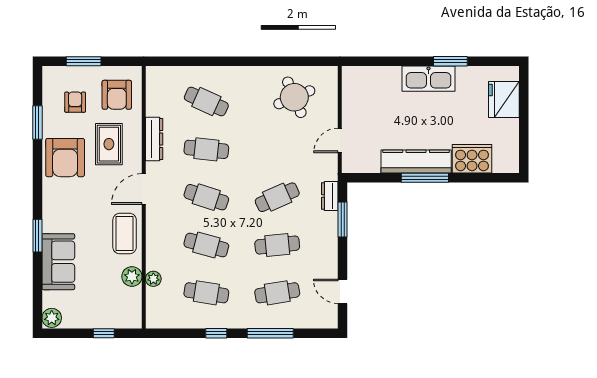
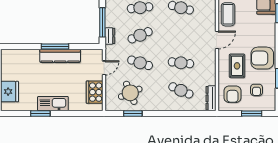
window: (290, 61) -> (133, 114), added
armchair: (117, 95) -> (232, 94), turned 180
dresser: (154, 139) -> (211, 98), moved
armchair: (65, 158) -> (262, 58), turned -90
cooker: (472, 159) -> (95, 92), moved, turned 90
cafe table: (206, 197) -> (140, 63), moved
window: (343, 220) -> (102, 22), width x1.44

